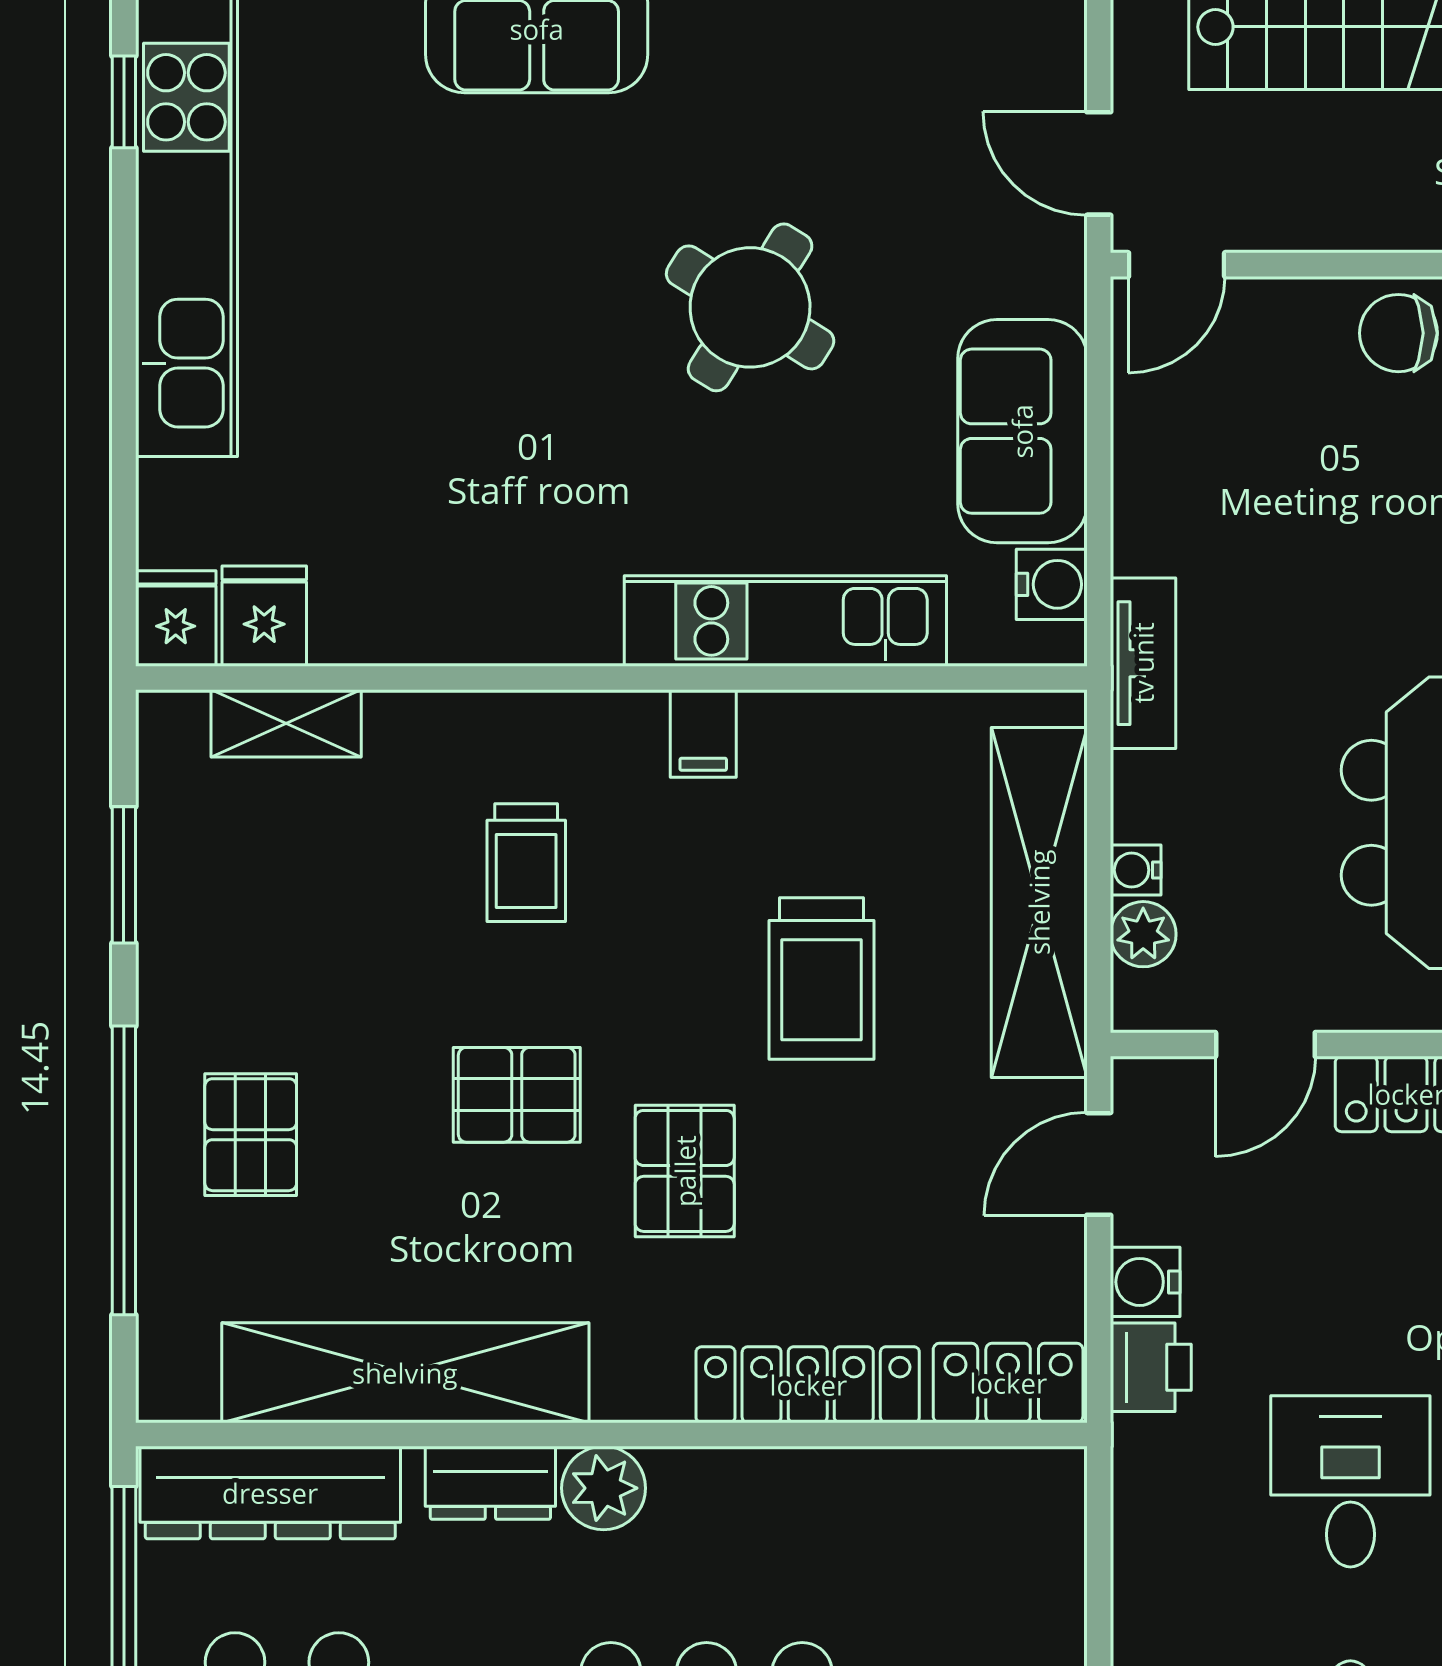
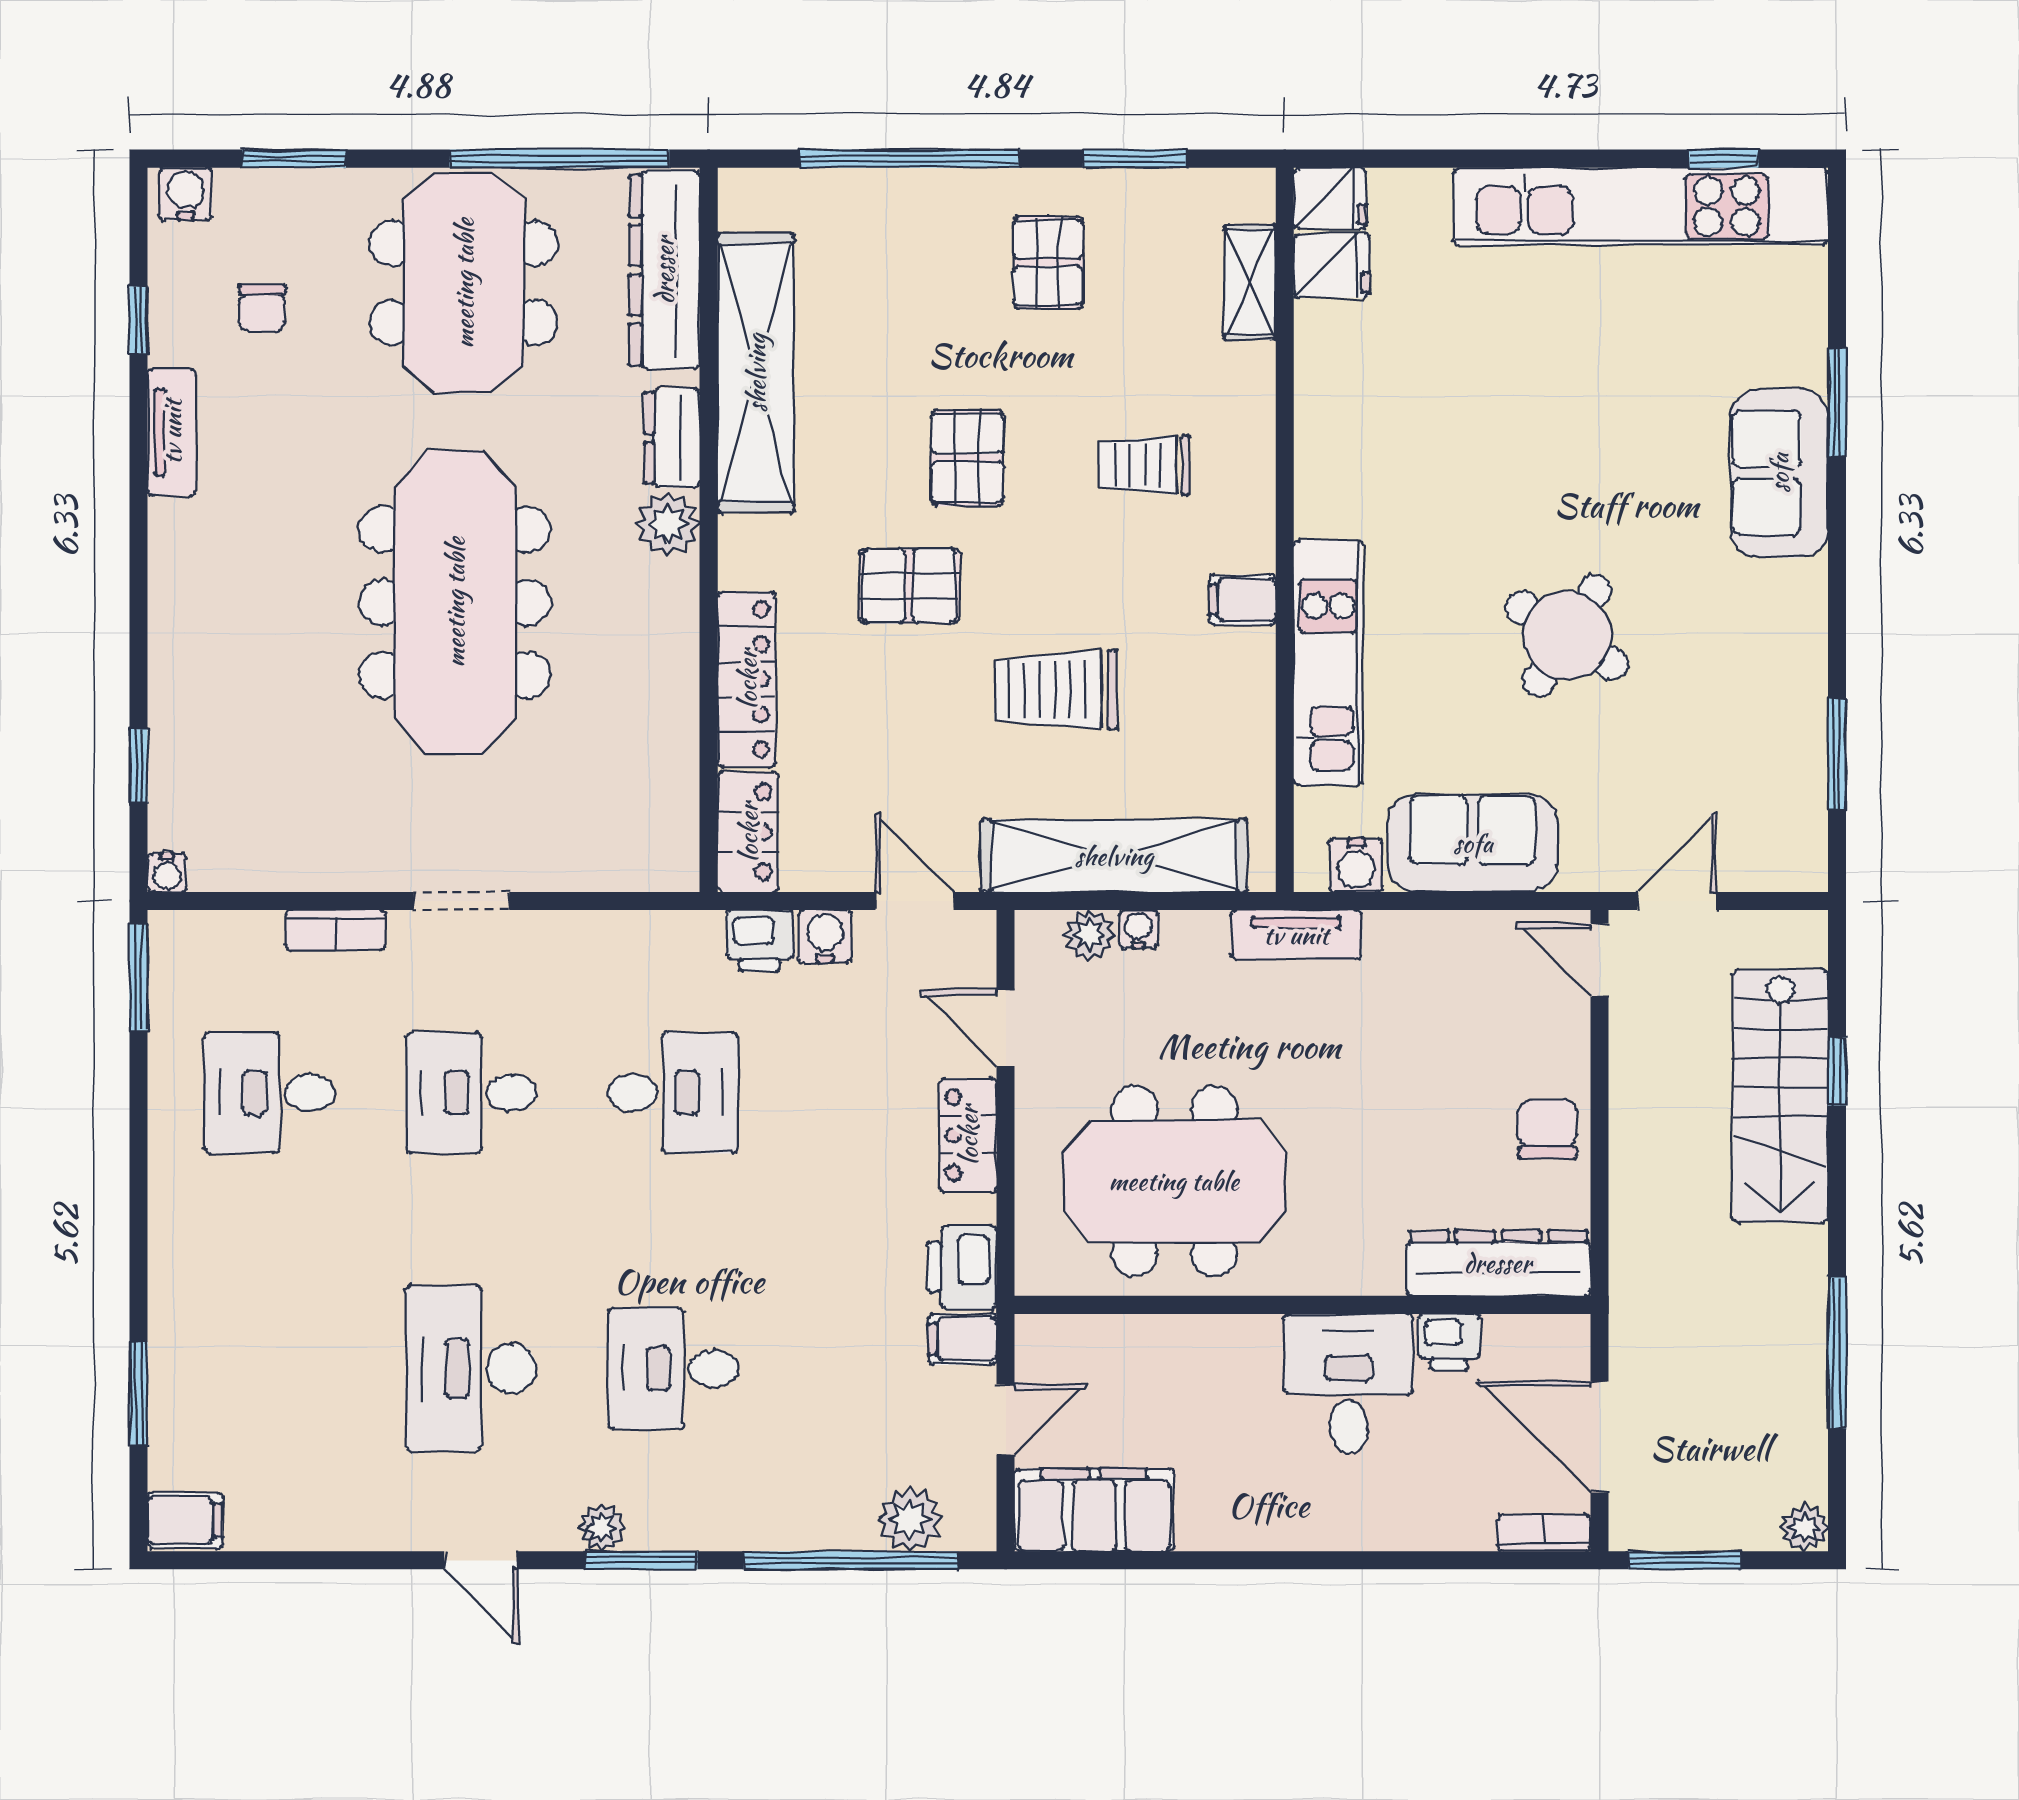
pallet: (251, 1135) -> (1048, 263), moved, turned 90

